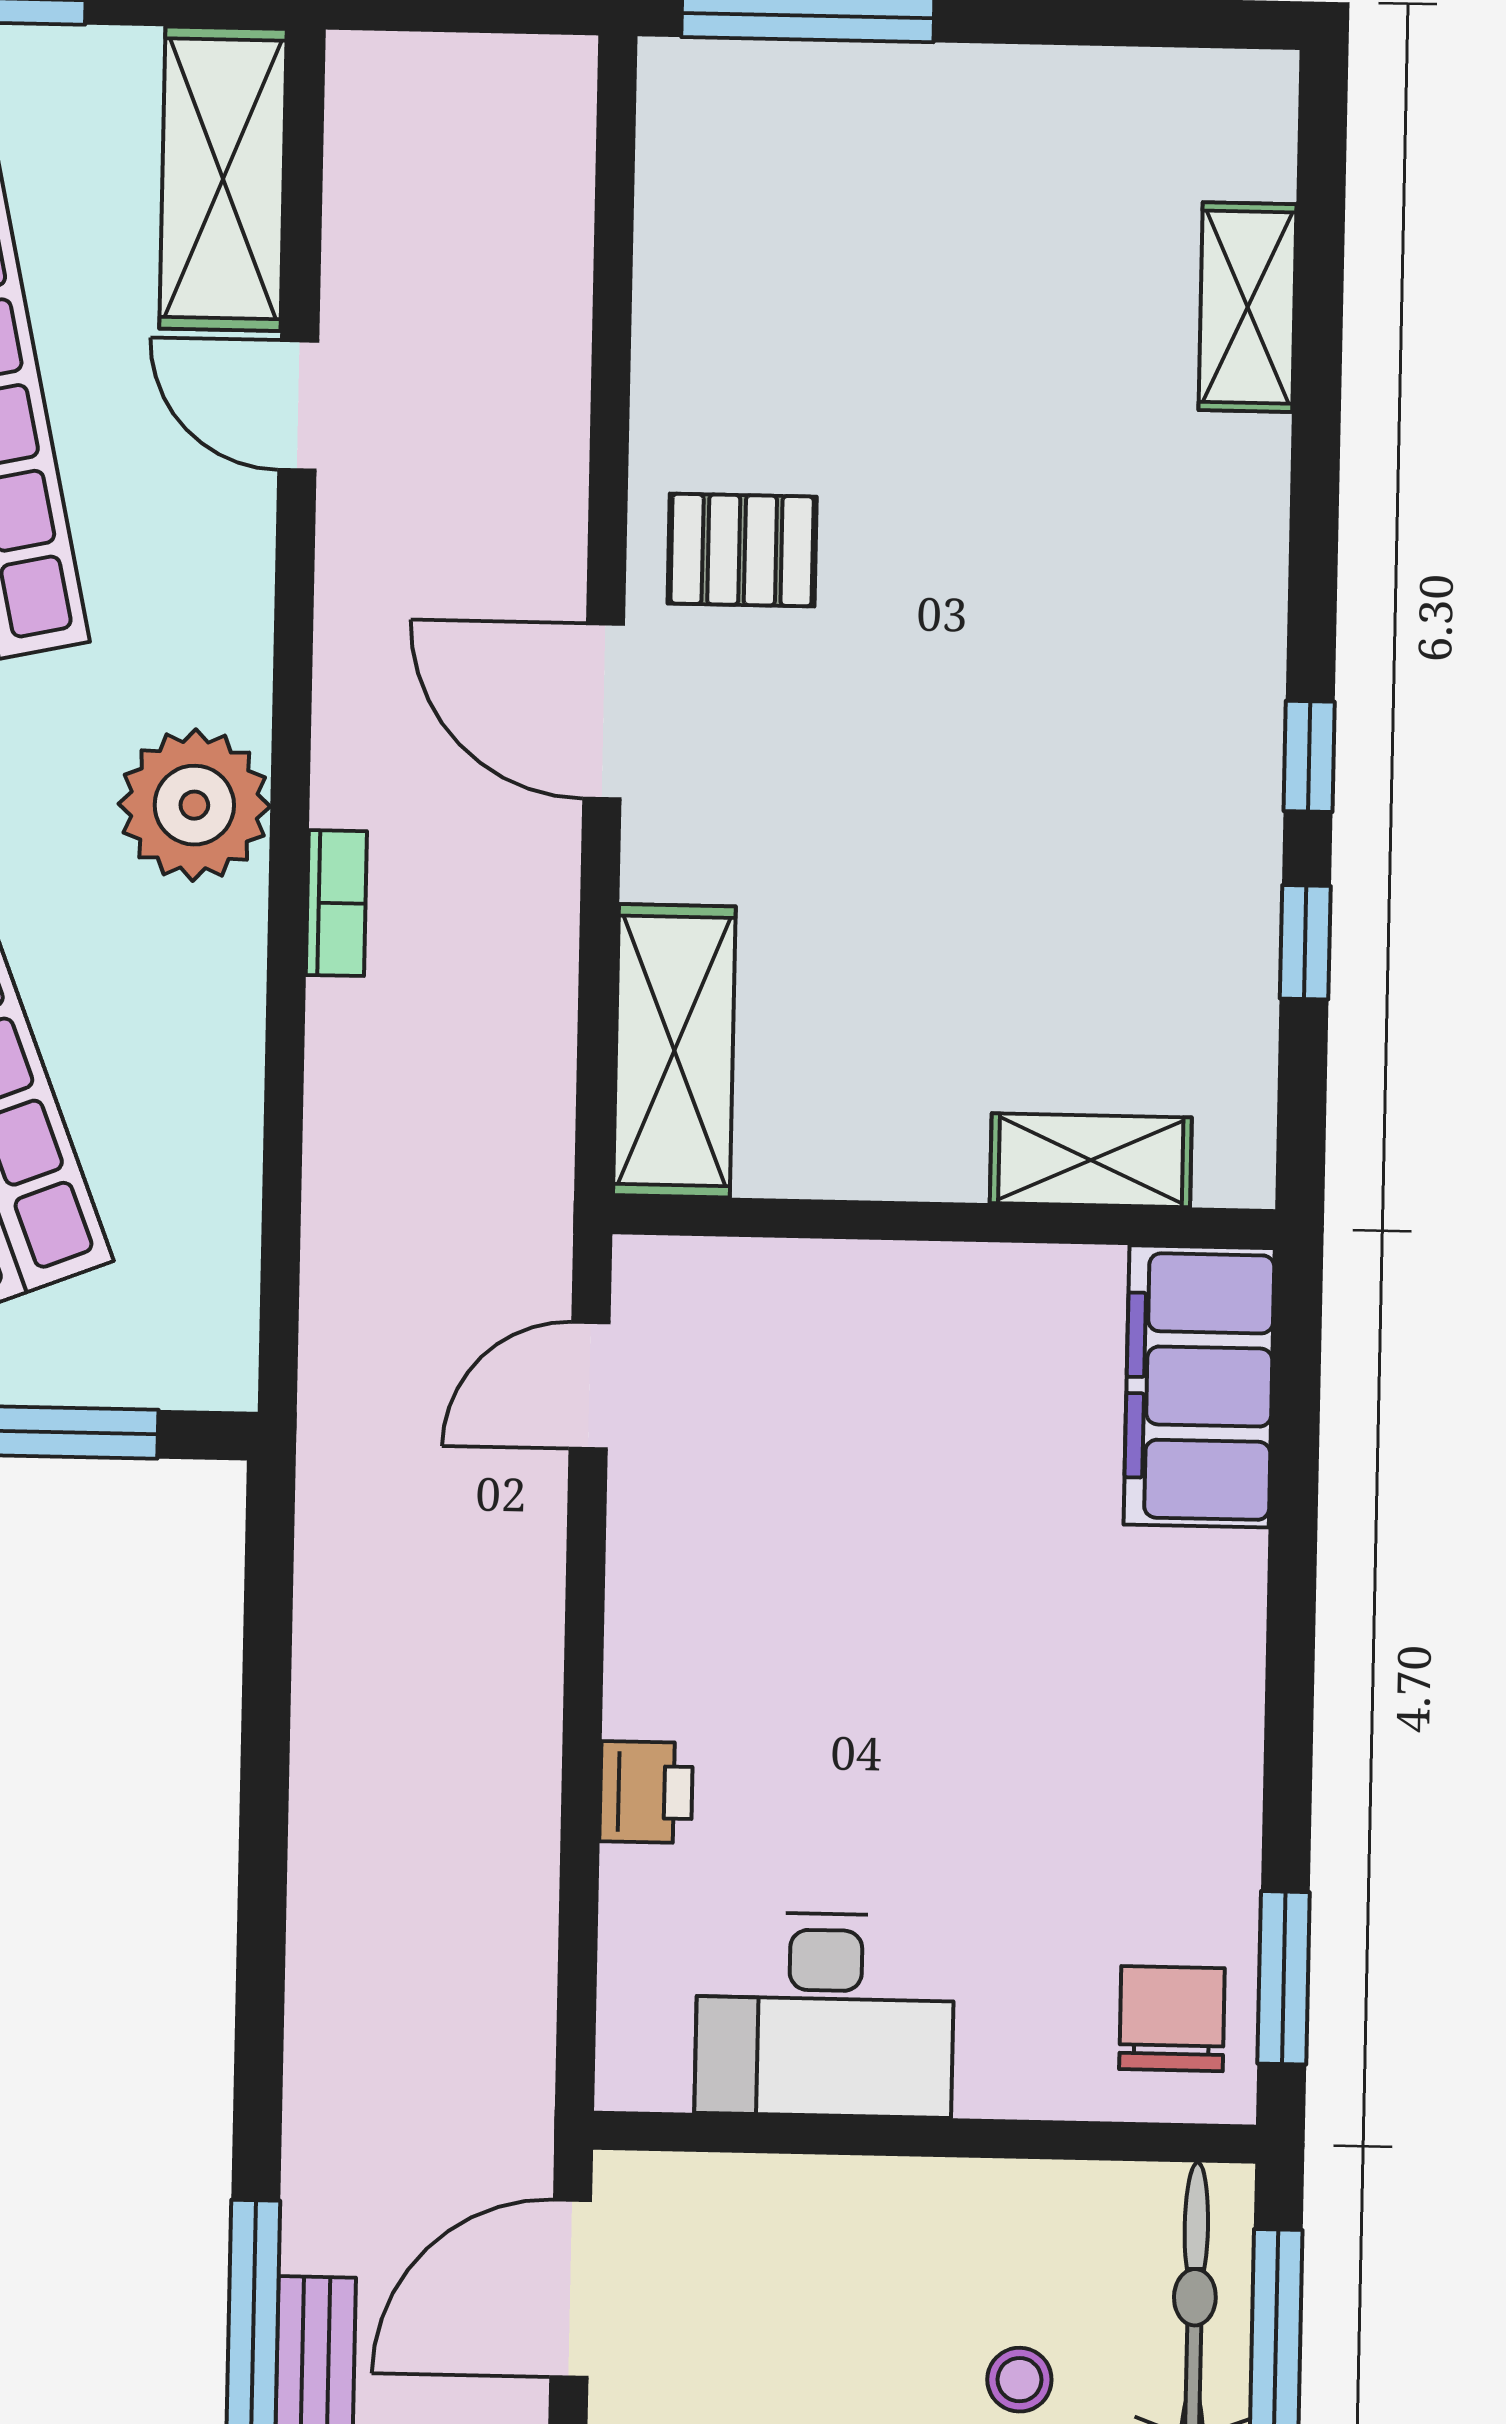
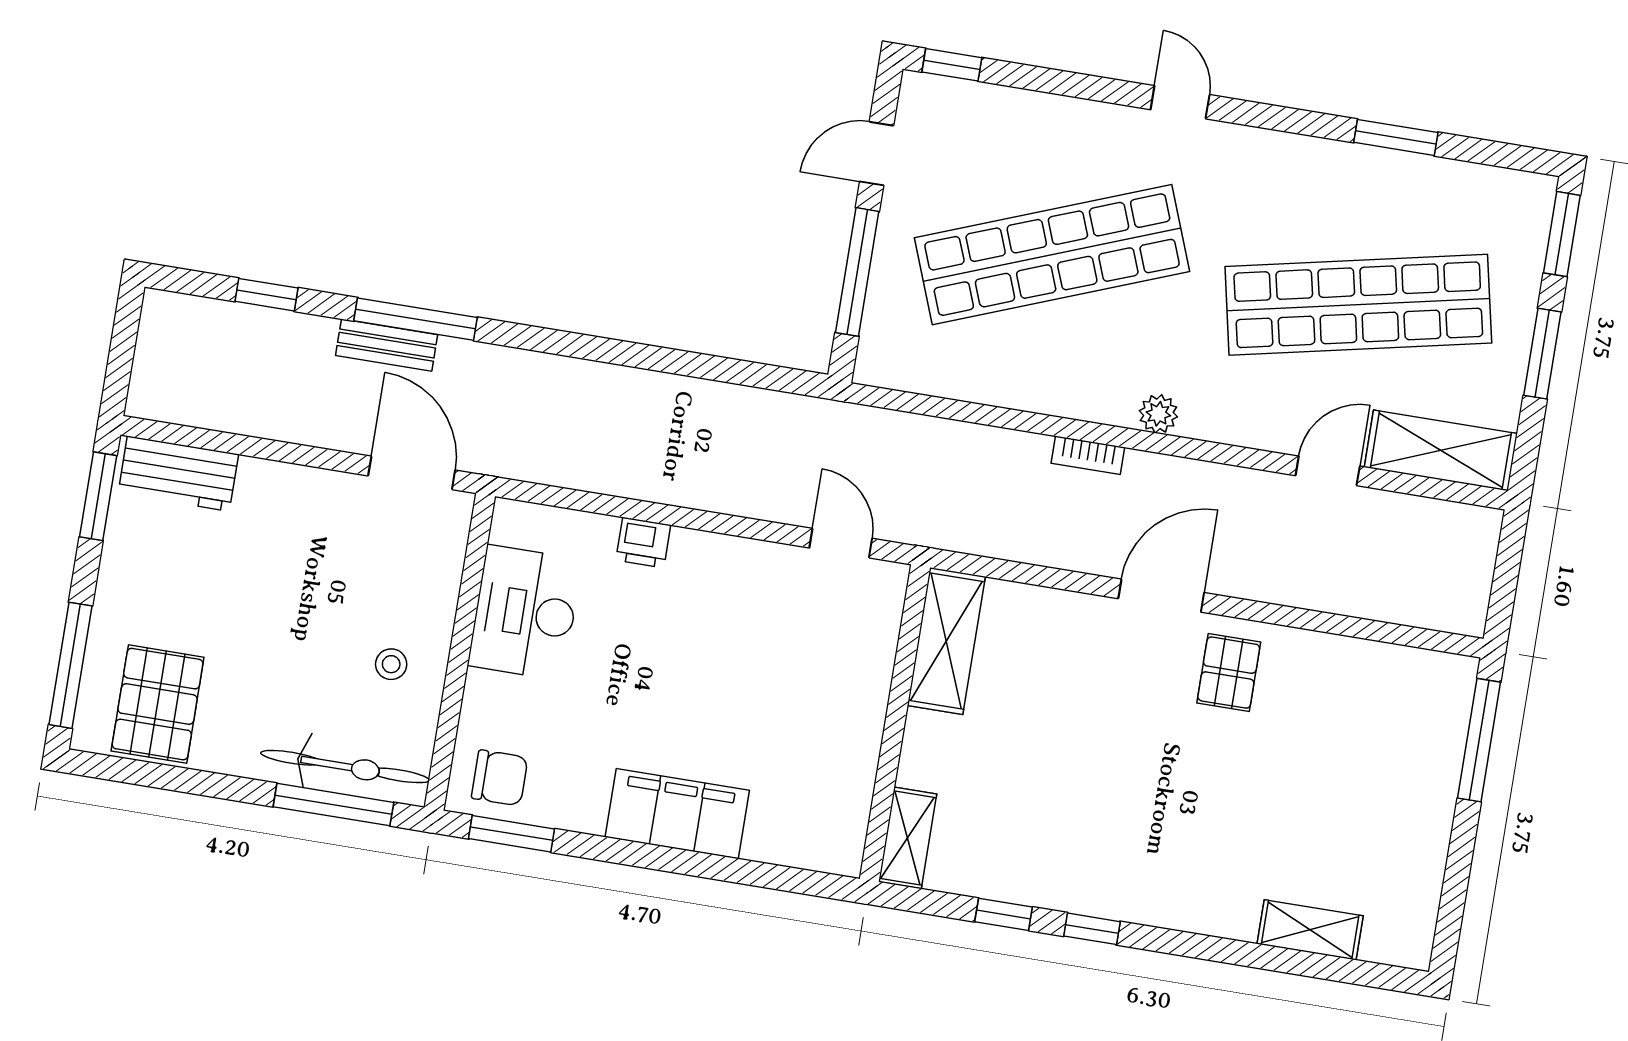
plant: (194, 805) -> (1158, 414), width x0.53, depth x0.53
shelving: (674, 1051) -> (946, 641), moved, turned 90
shelving: (1091, 1160) -> (908, 838), moved
filing cabinet: (1199, 1386) -> (677, 814), moved
stool: (1019, 2380) -> (391, 664), moved

